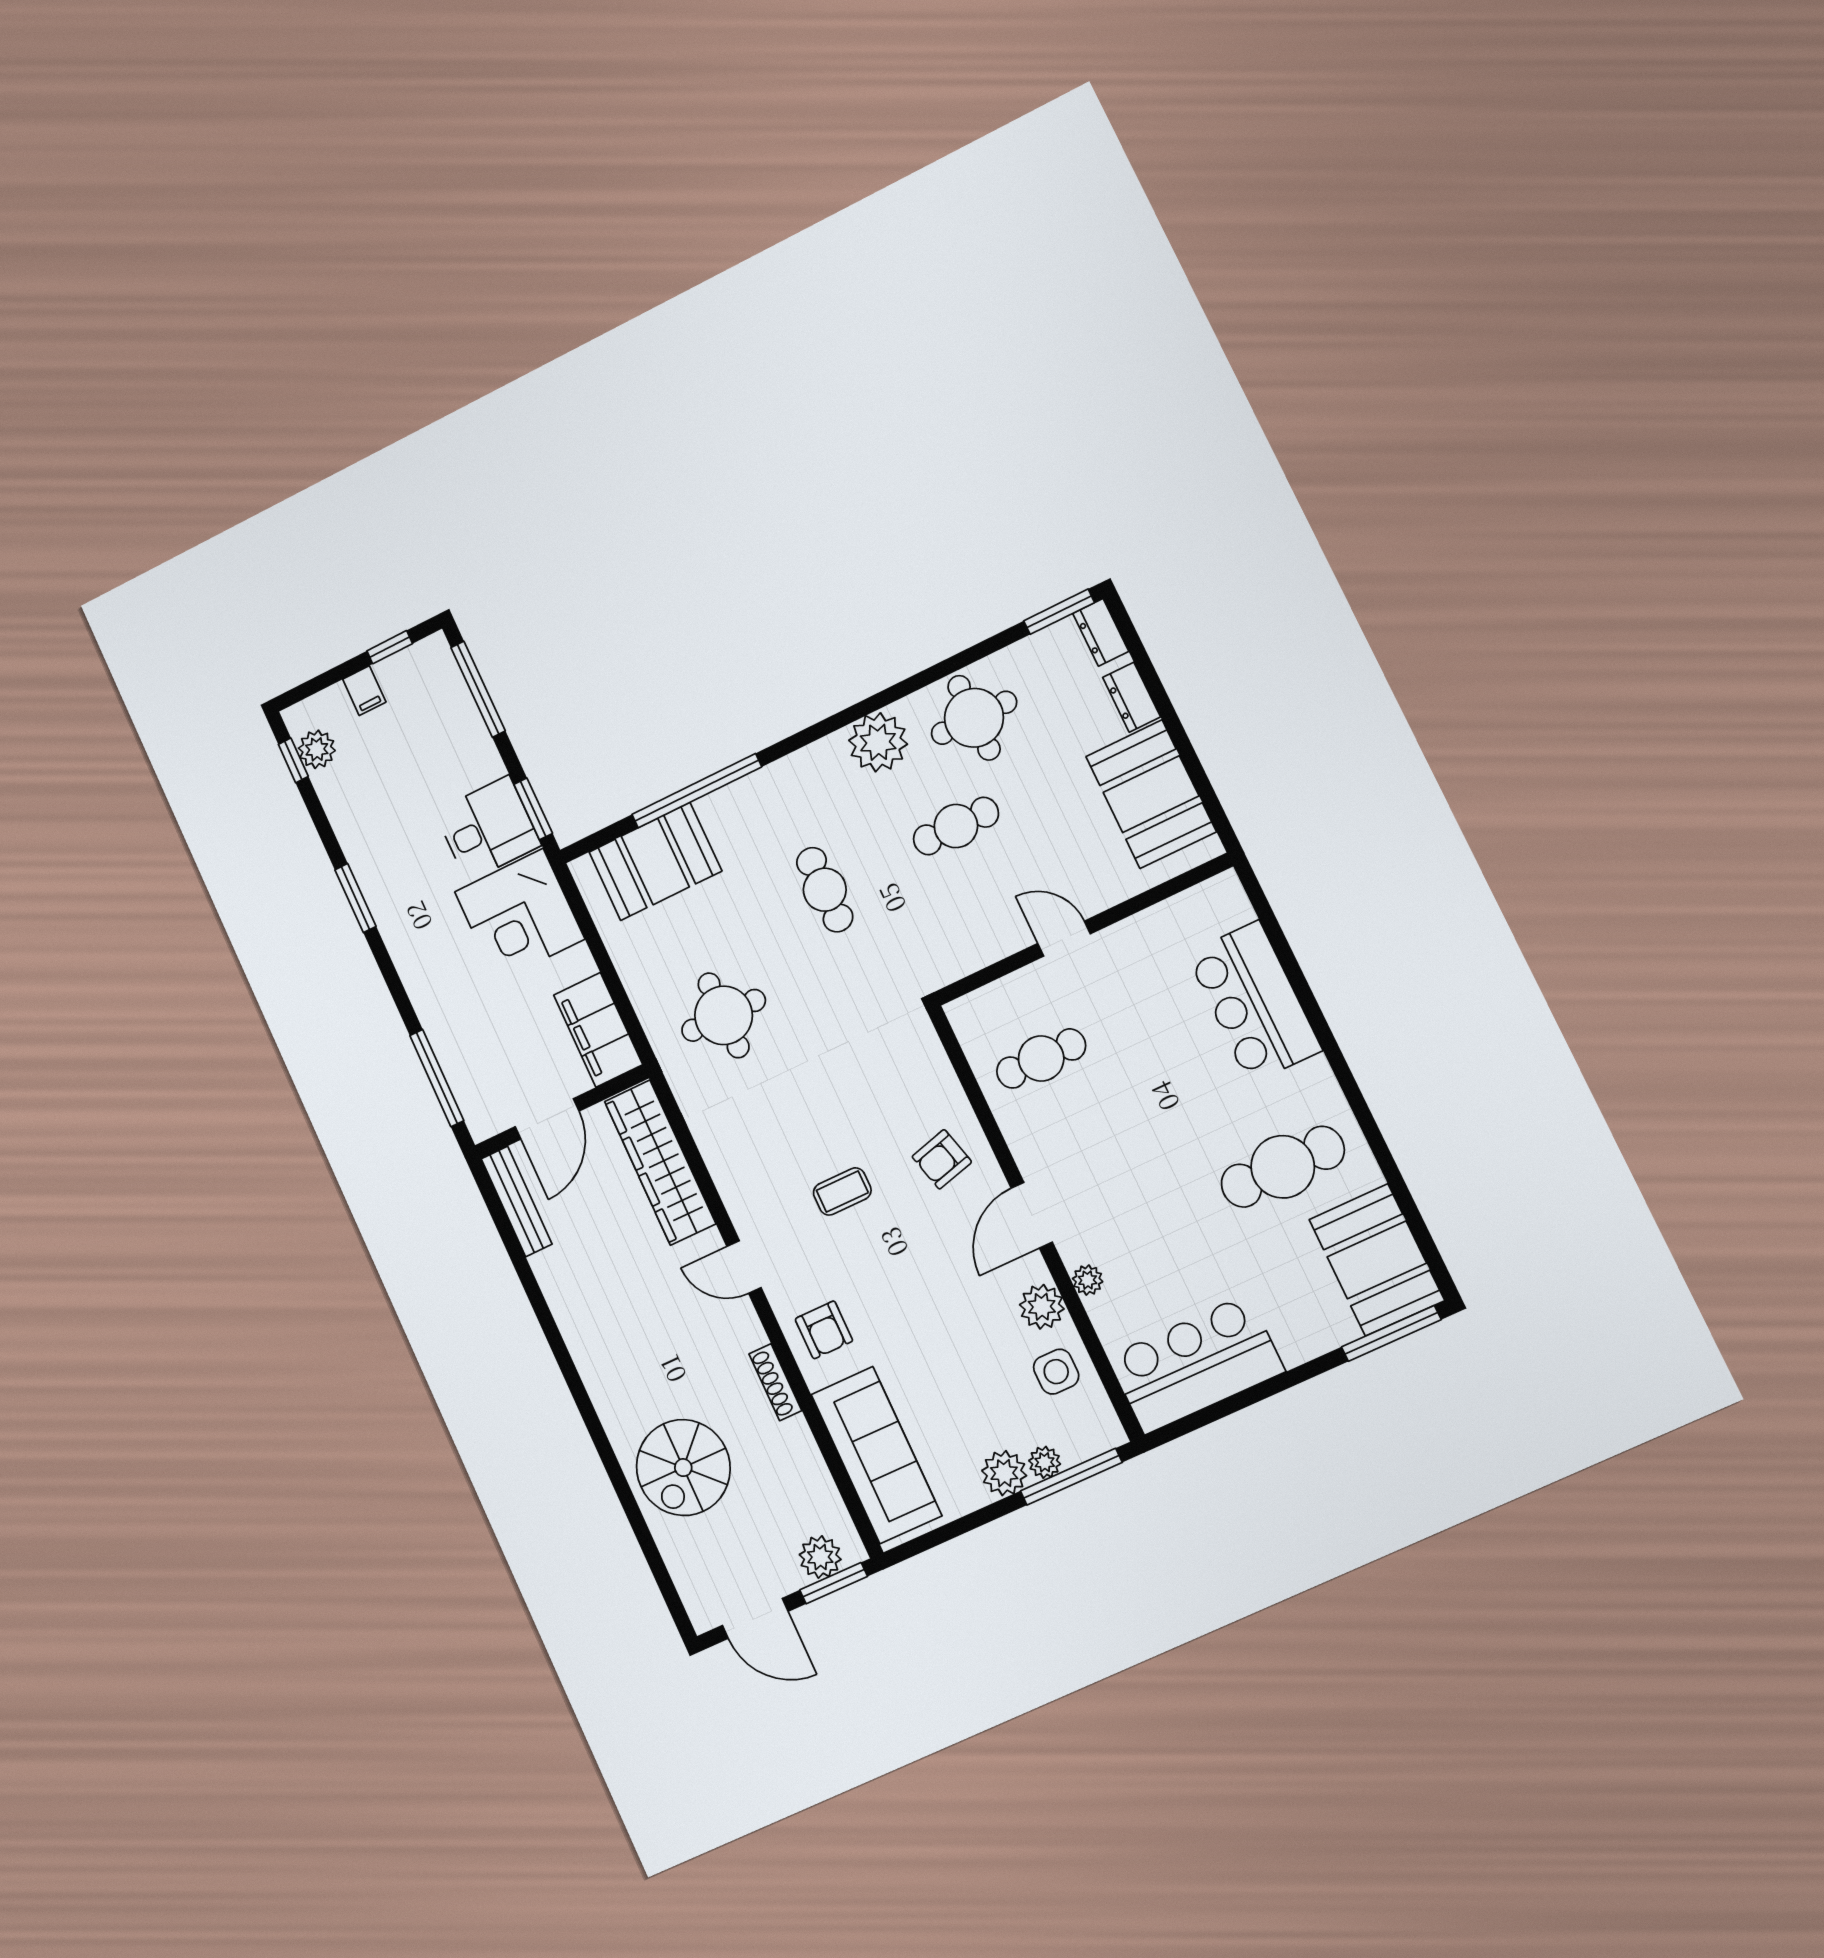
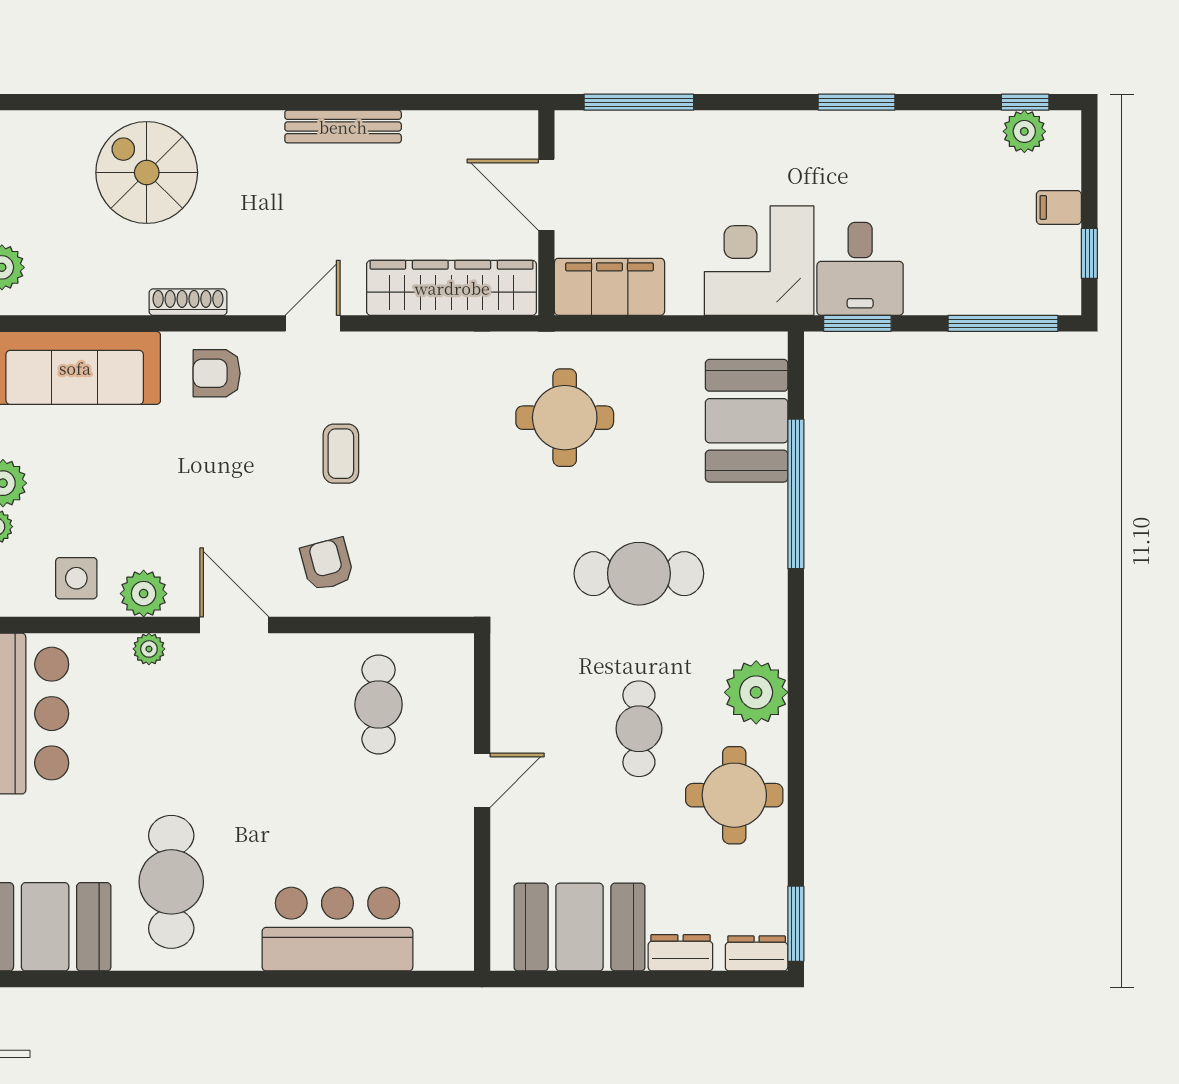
cafe table: (825, 890) -> (639, 574), width x1.37, depth x1.35
bench: (517, 1201) -> (343, 127), moved

